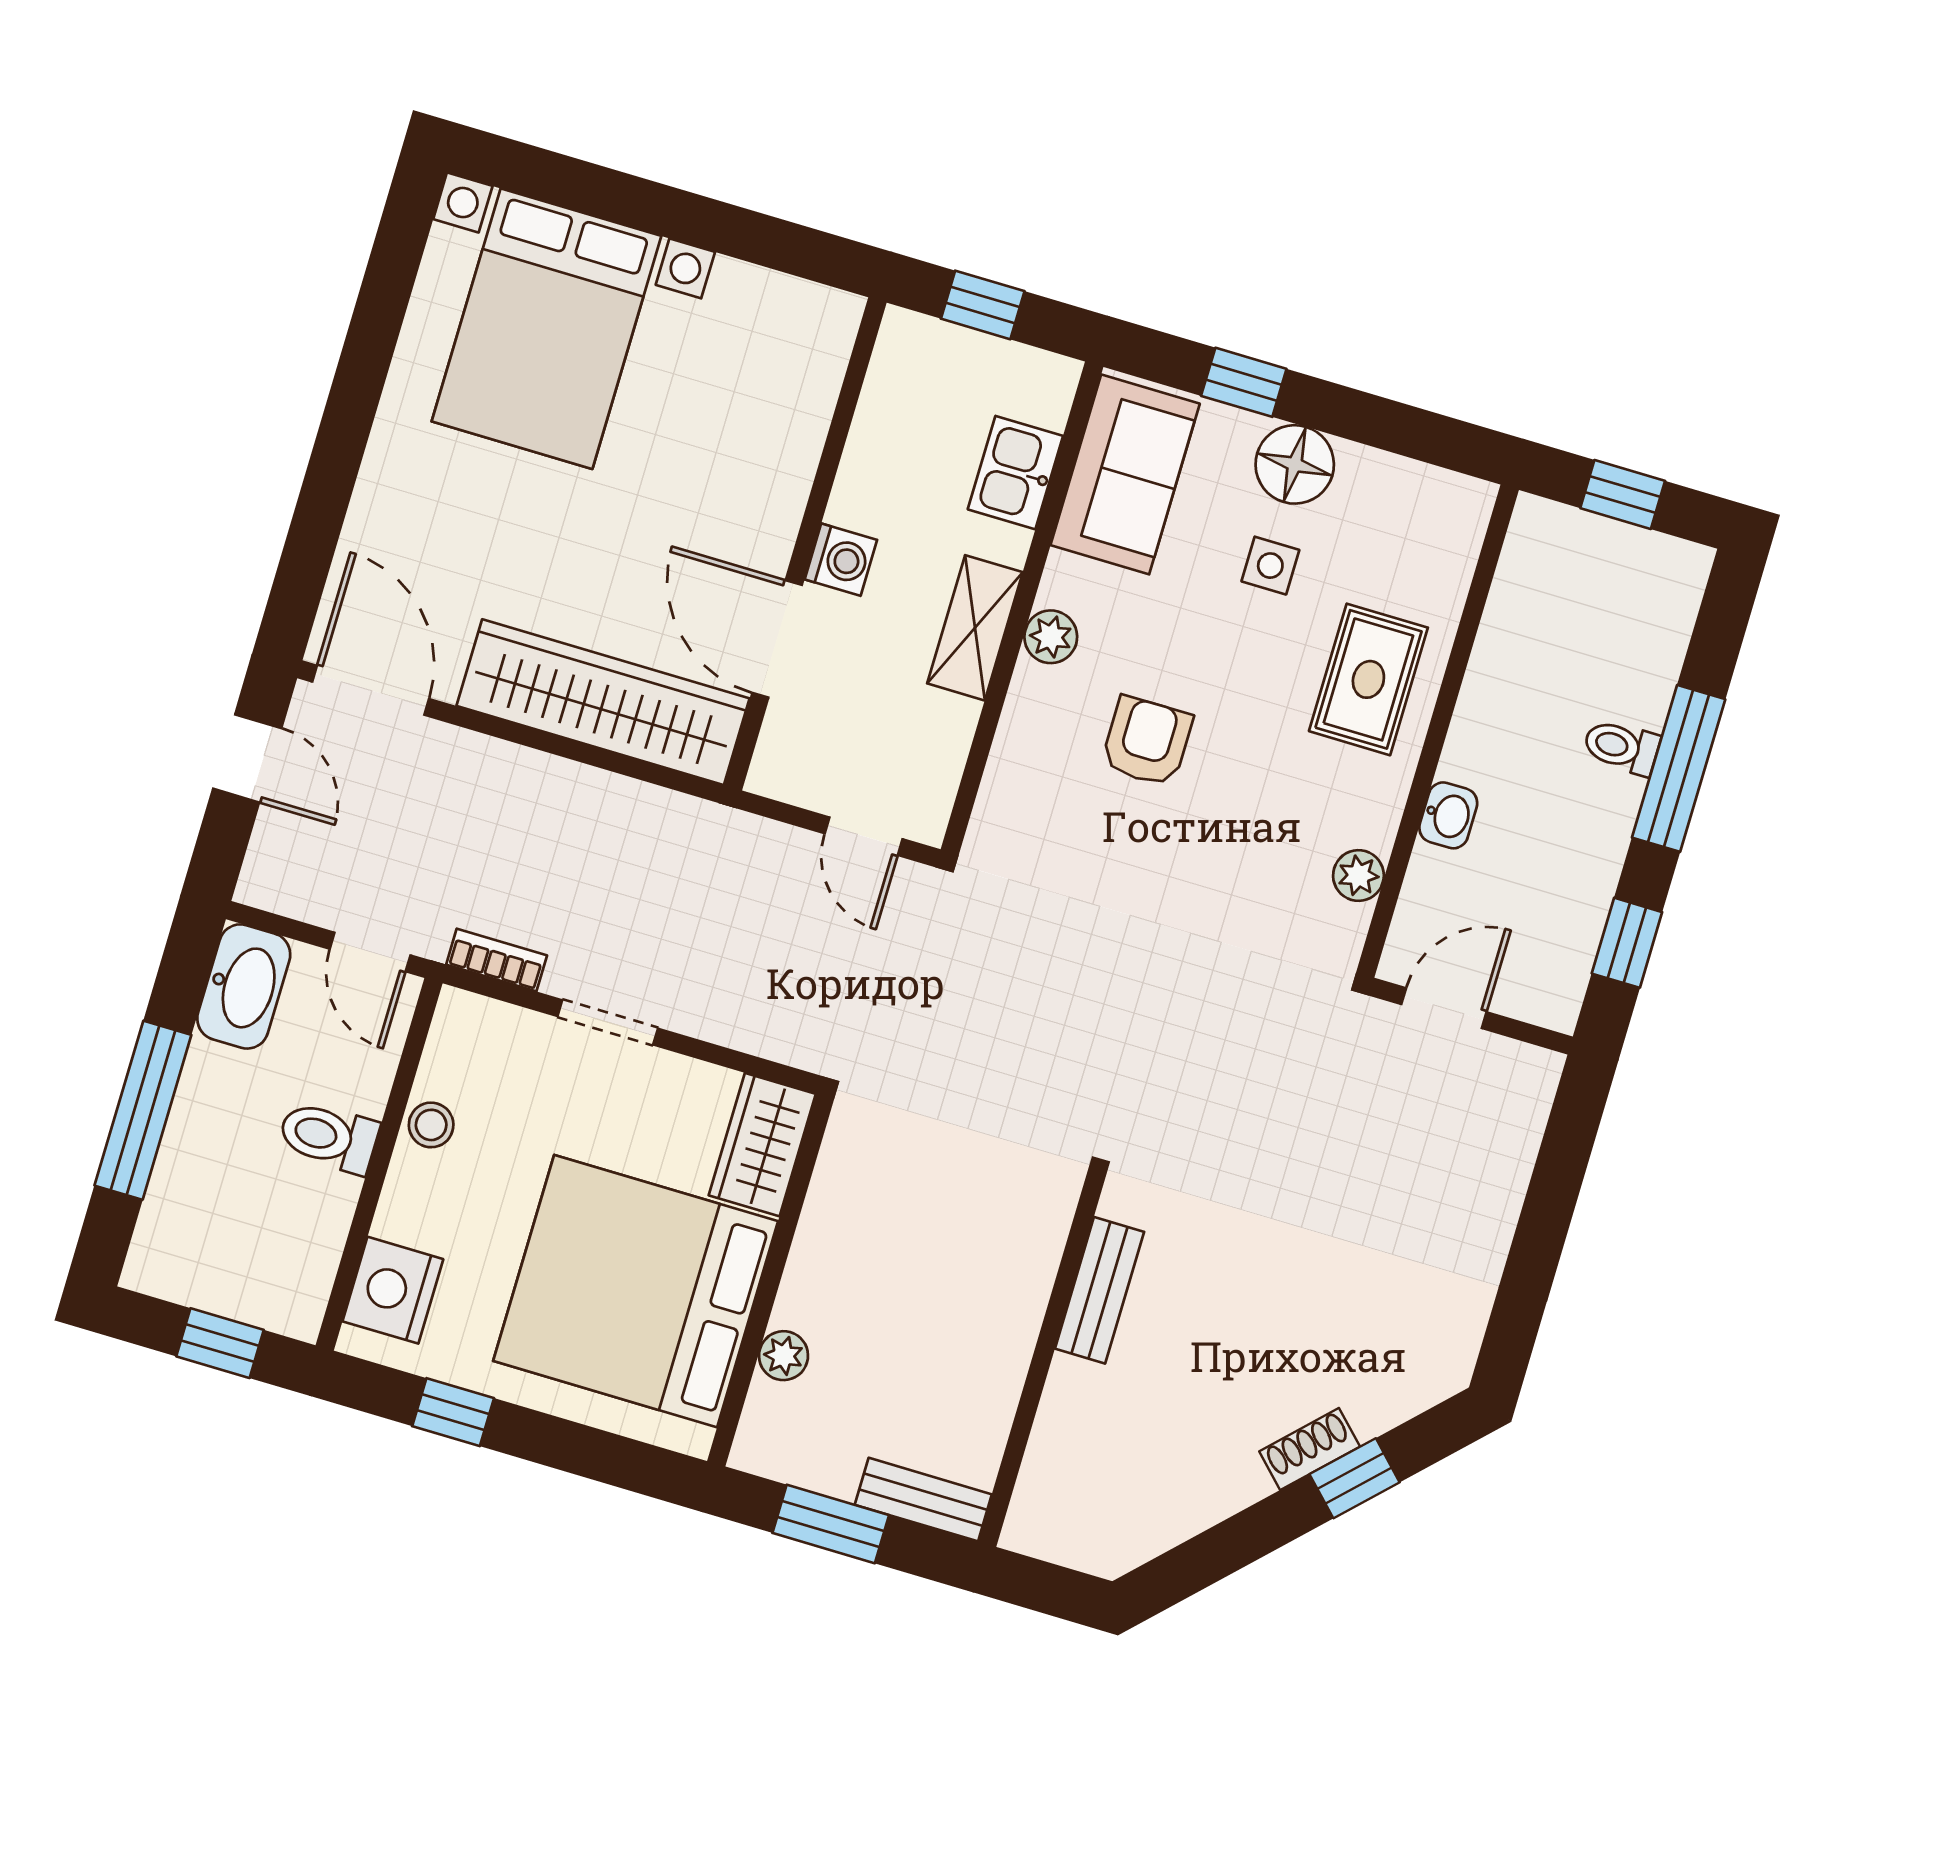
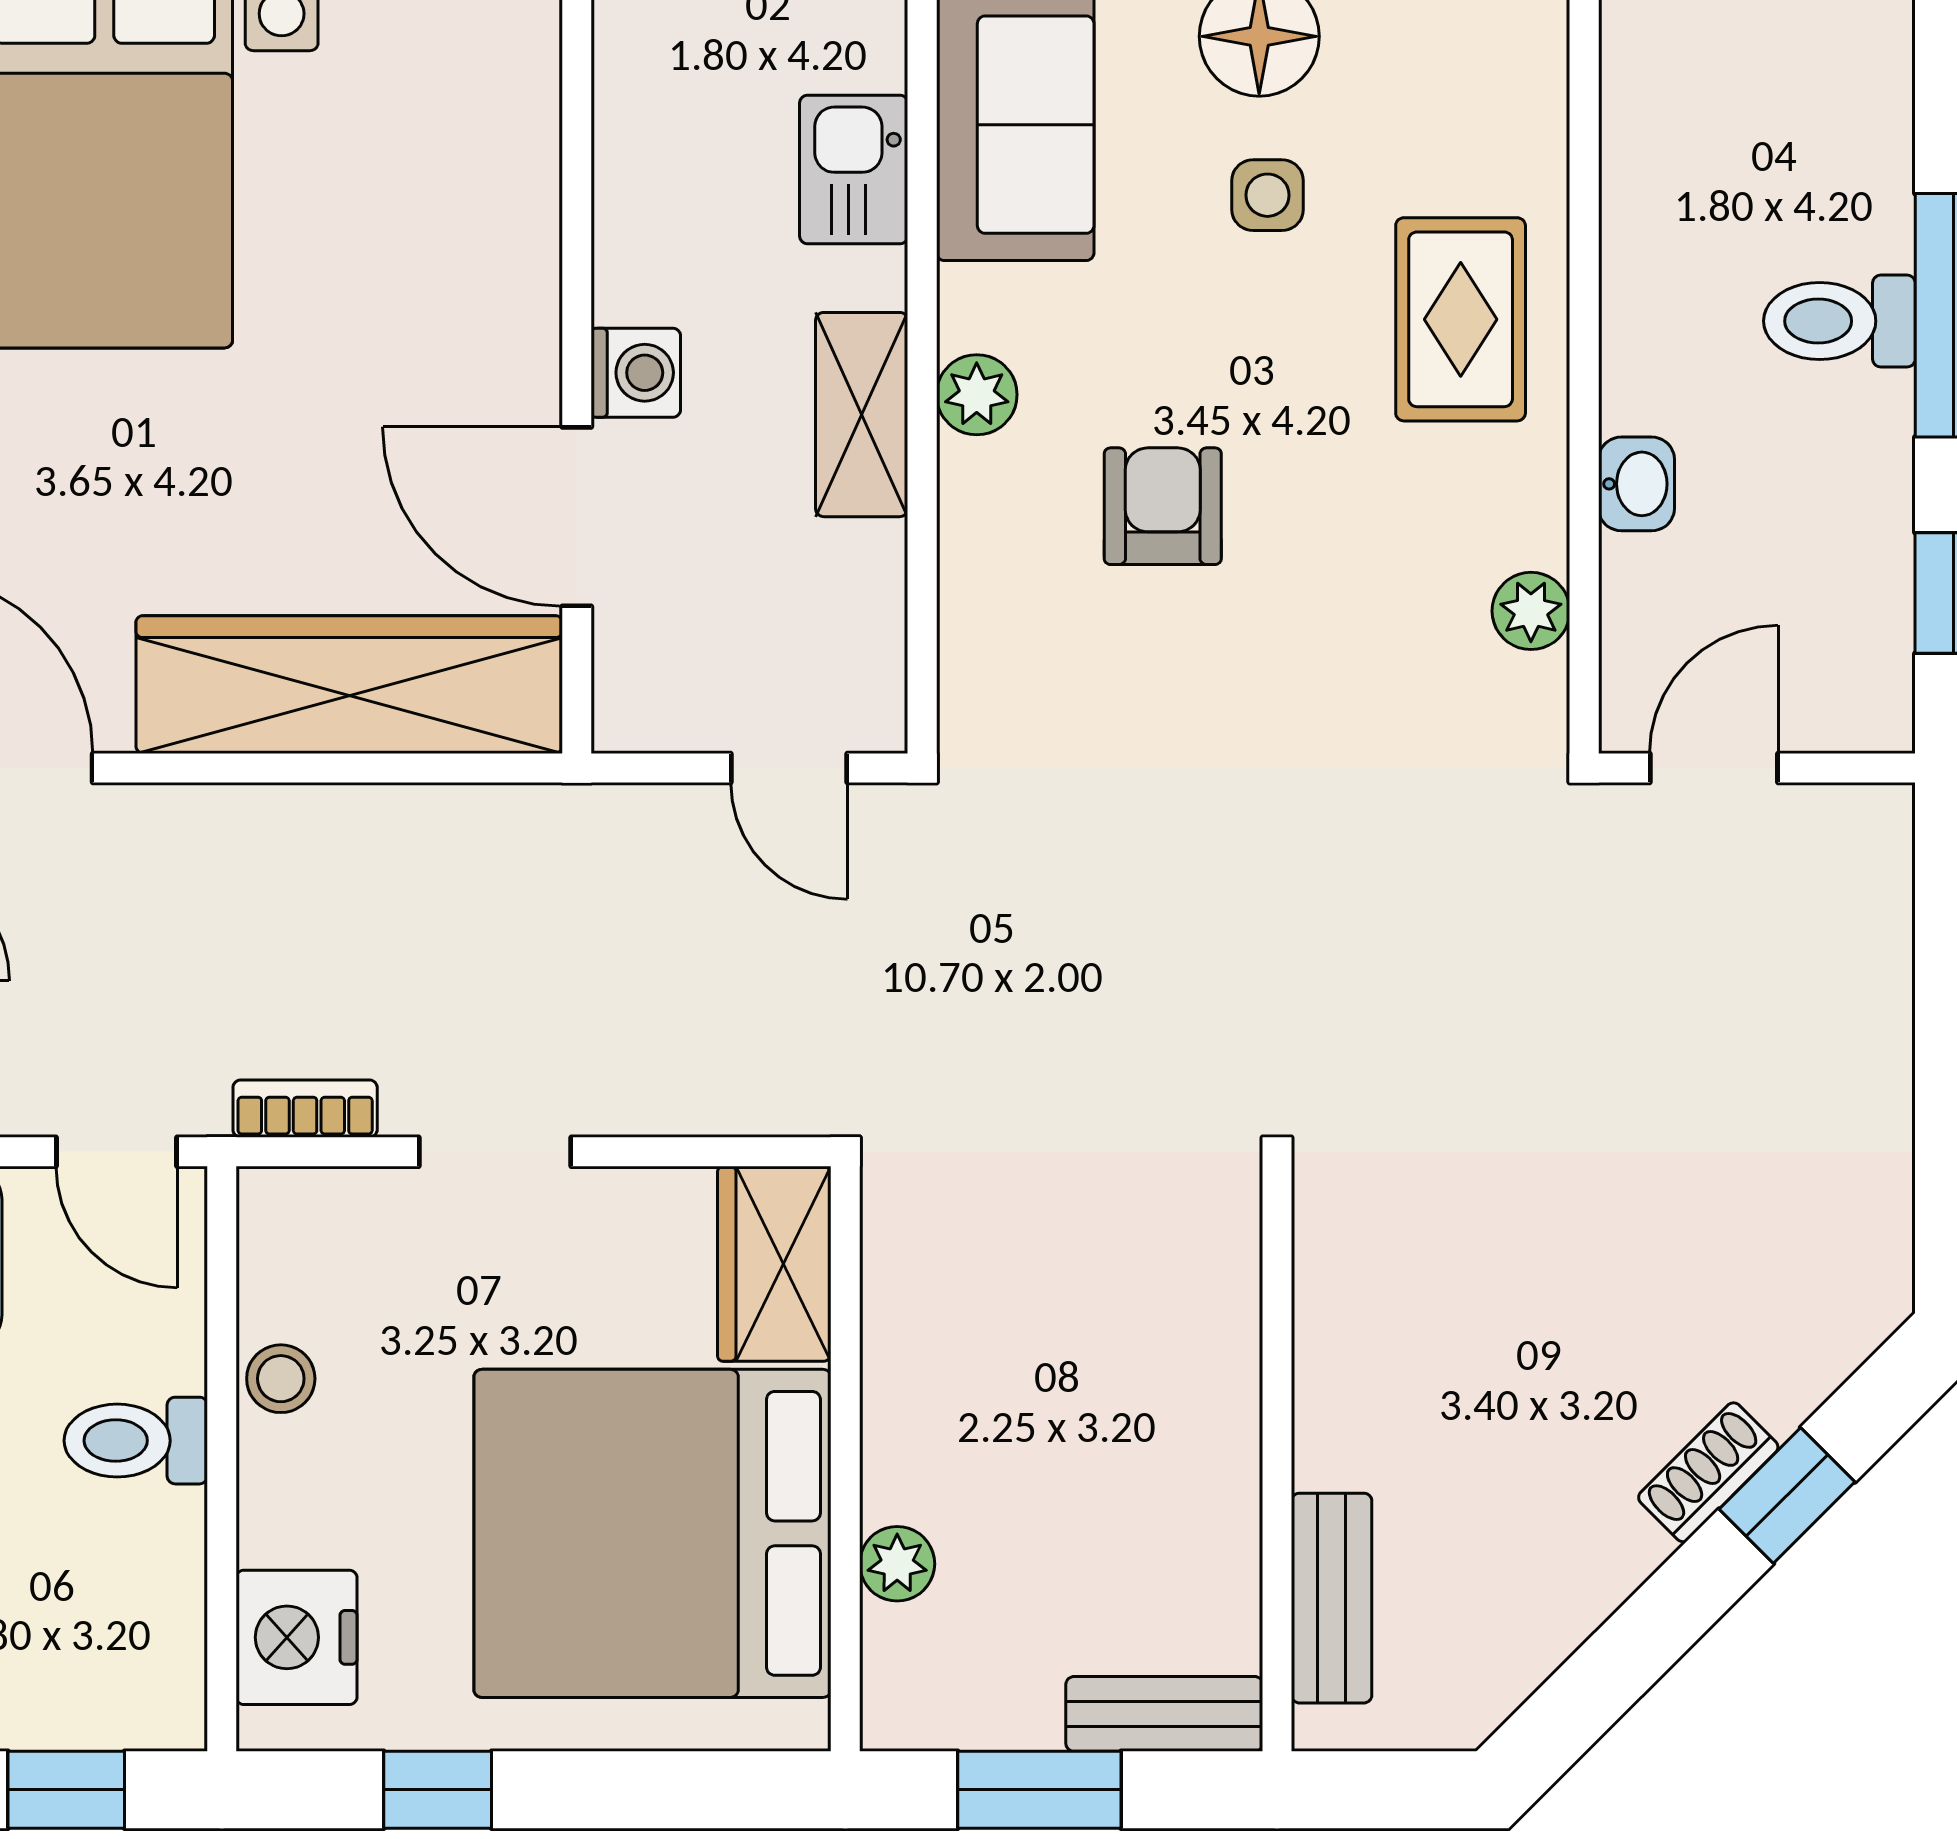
toilet: (1621, 747) -> (1839, 321), width x1.37, depth x1.39
bench: (1099, 1290) -> (1332, 1598), moved

